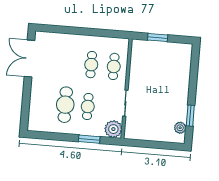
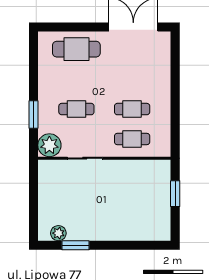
cafe table: (65, 105) -> (76, 49), moved

